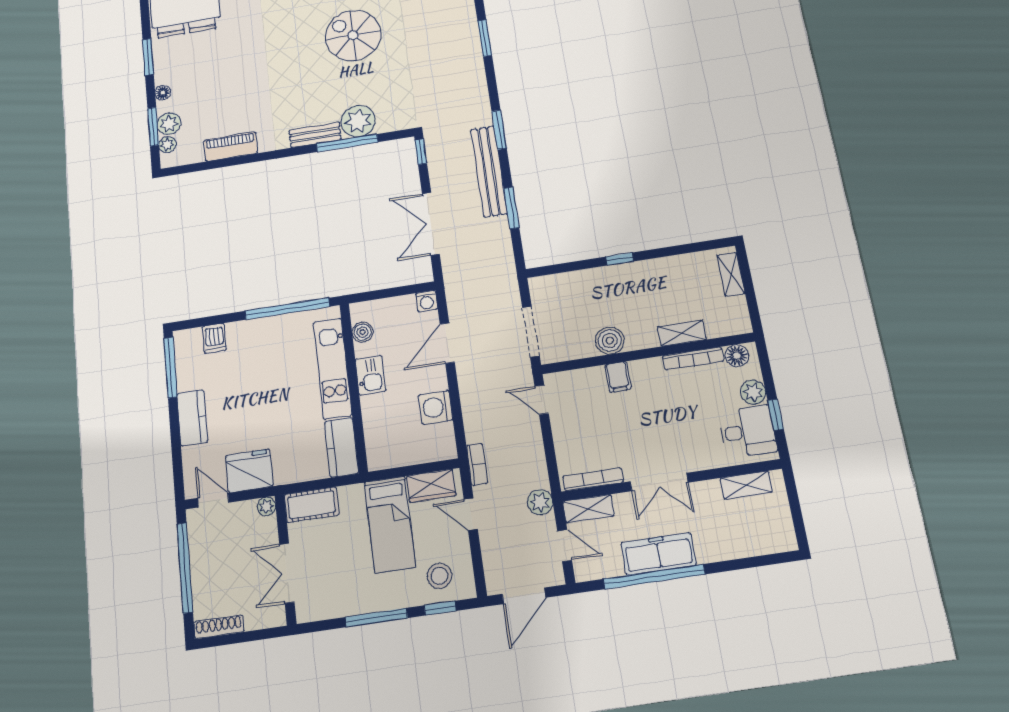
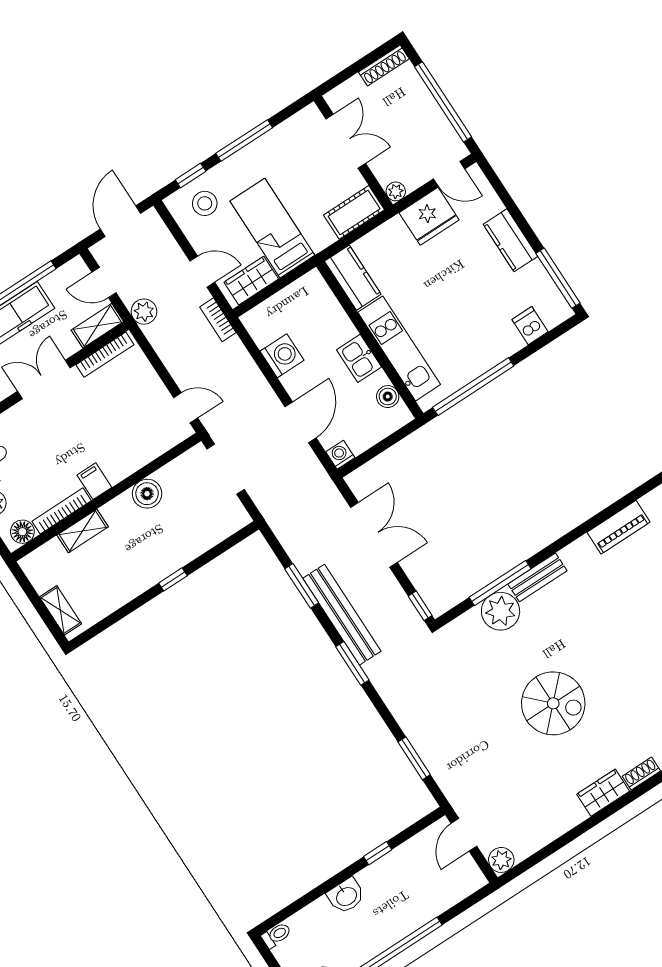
filing cabinet: (618, 377) -> (94, 481), moved

